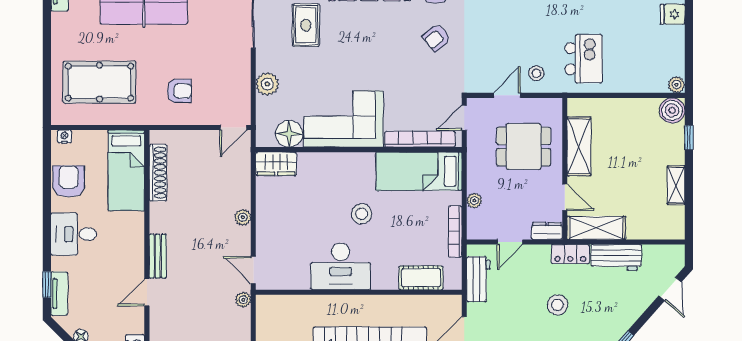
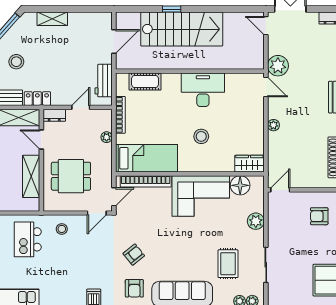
door: (507, 95) -> (97, 213), moved
stool: (362, 214) -> (201, 136), moved
plant: (243, 300) -> (278, 66), width x1.87, depth x1.87
stool: (558, 305) -> (16, 62), moved

